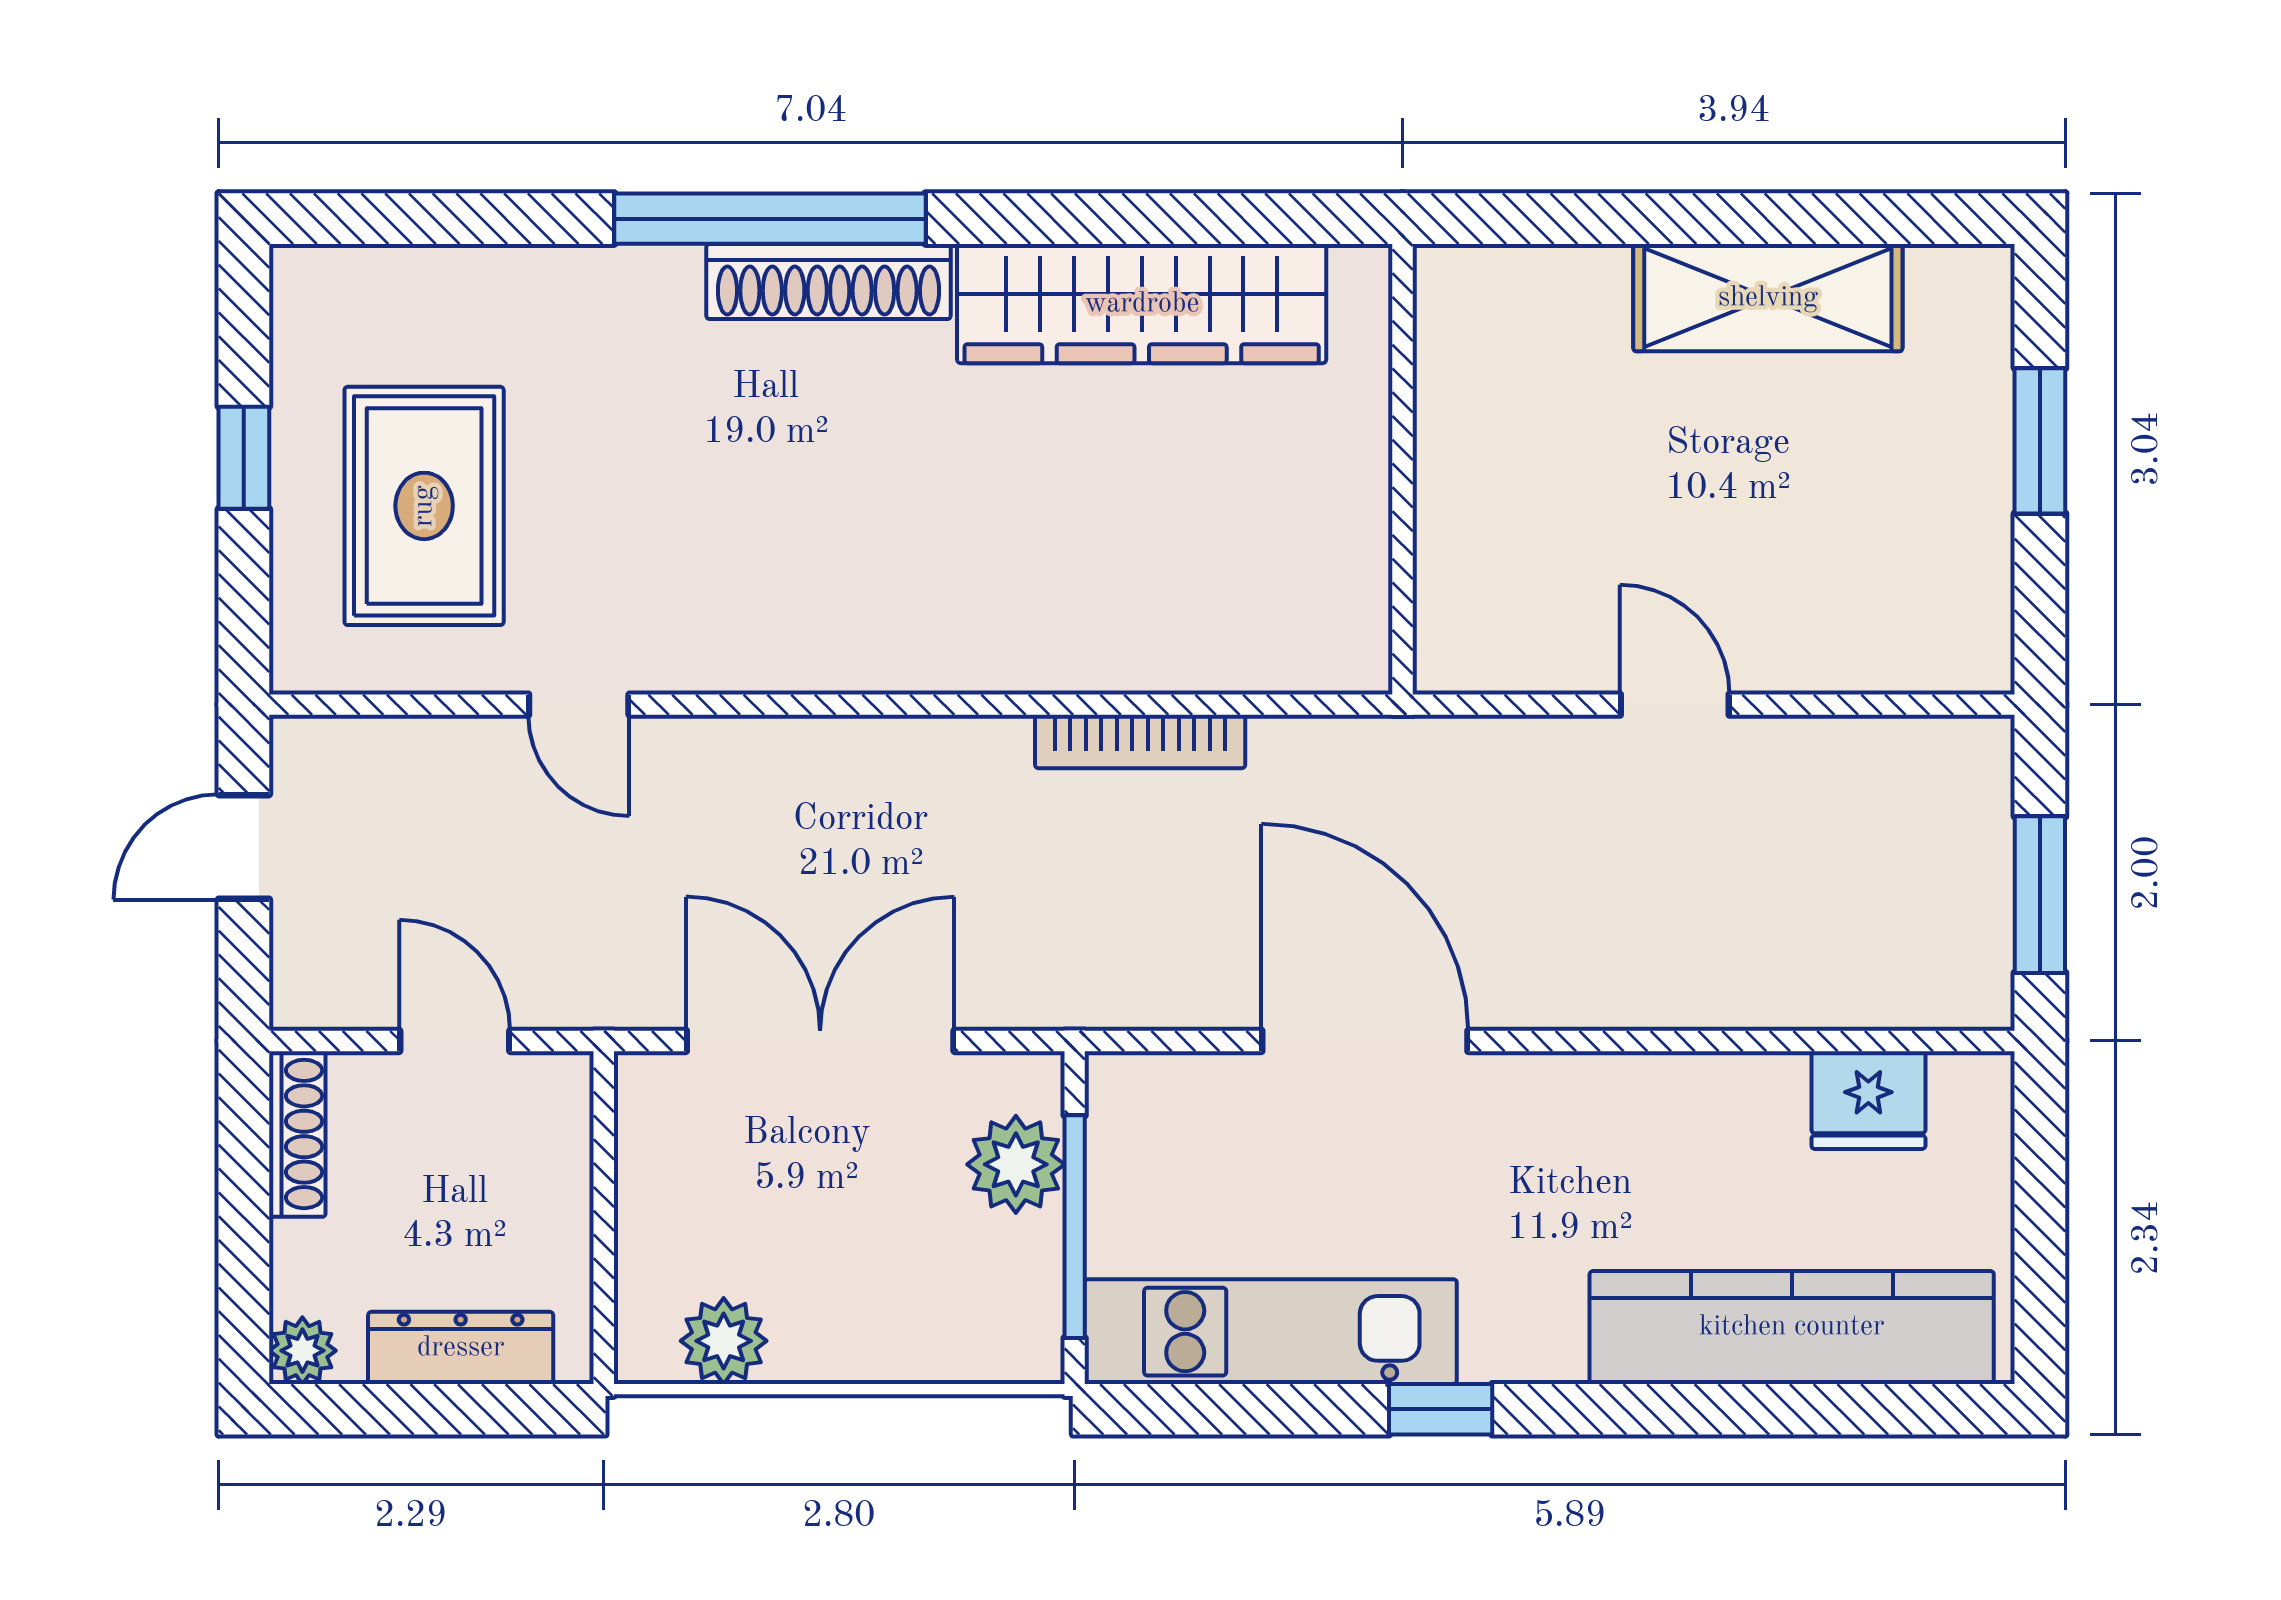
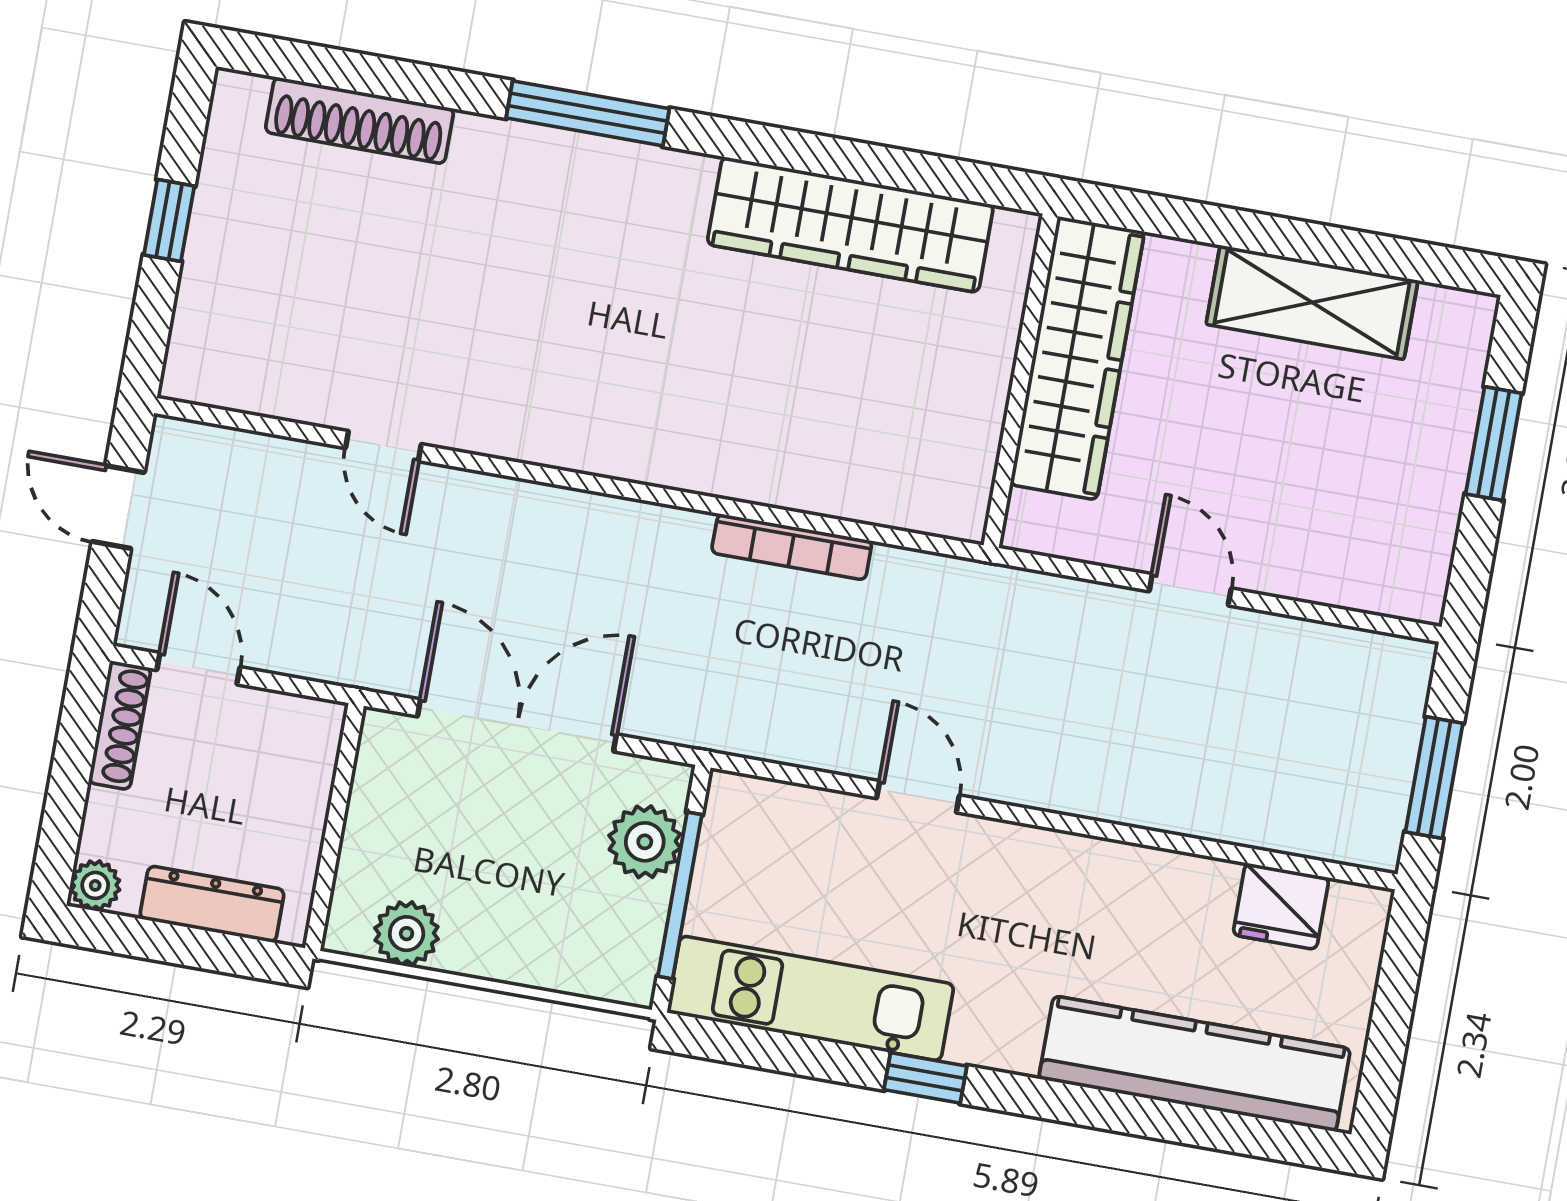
window: (770, 219) -> (588, 113), width x0.68
shoe rack: (828, 282) -> (359, 120), moved
wardrobe: (1472, 426) -> (1077, 358), added
rug: (424, 506) -> (295, 280), removed
door: (244, 847) -> (118, 507), hinge flipped
door: (455, 1041) -> (198, 669), moved
door: (1365, 1041) -> (918, 797), width x0.53

